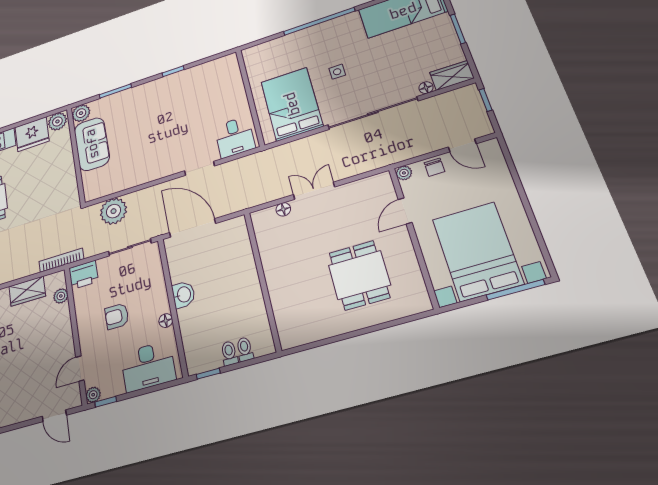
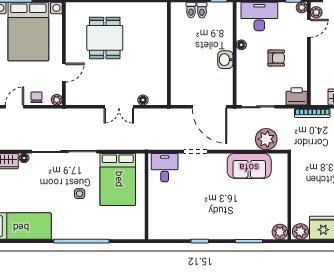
sofa: (92, 144) -> (249, 166), moved, turned -90
door: (462, 145) -> (14, 107), hinge flipped
plant: (61, 296) -> (316, 12), moved

